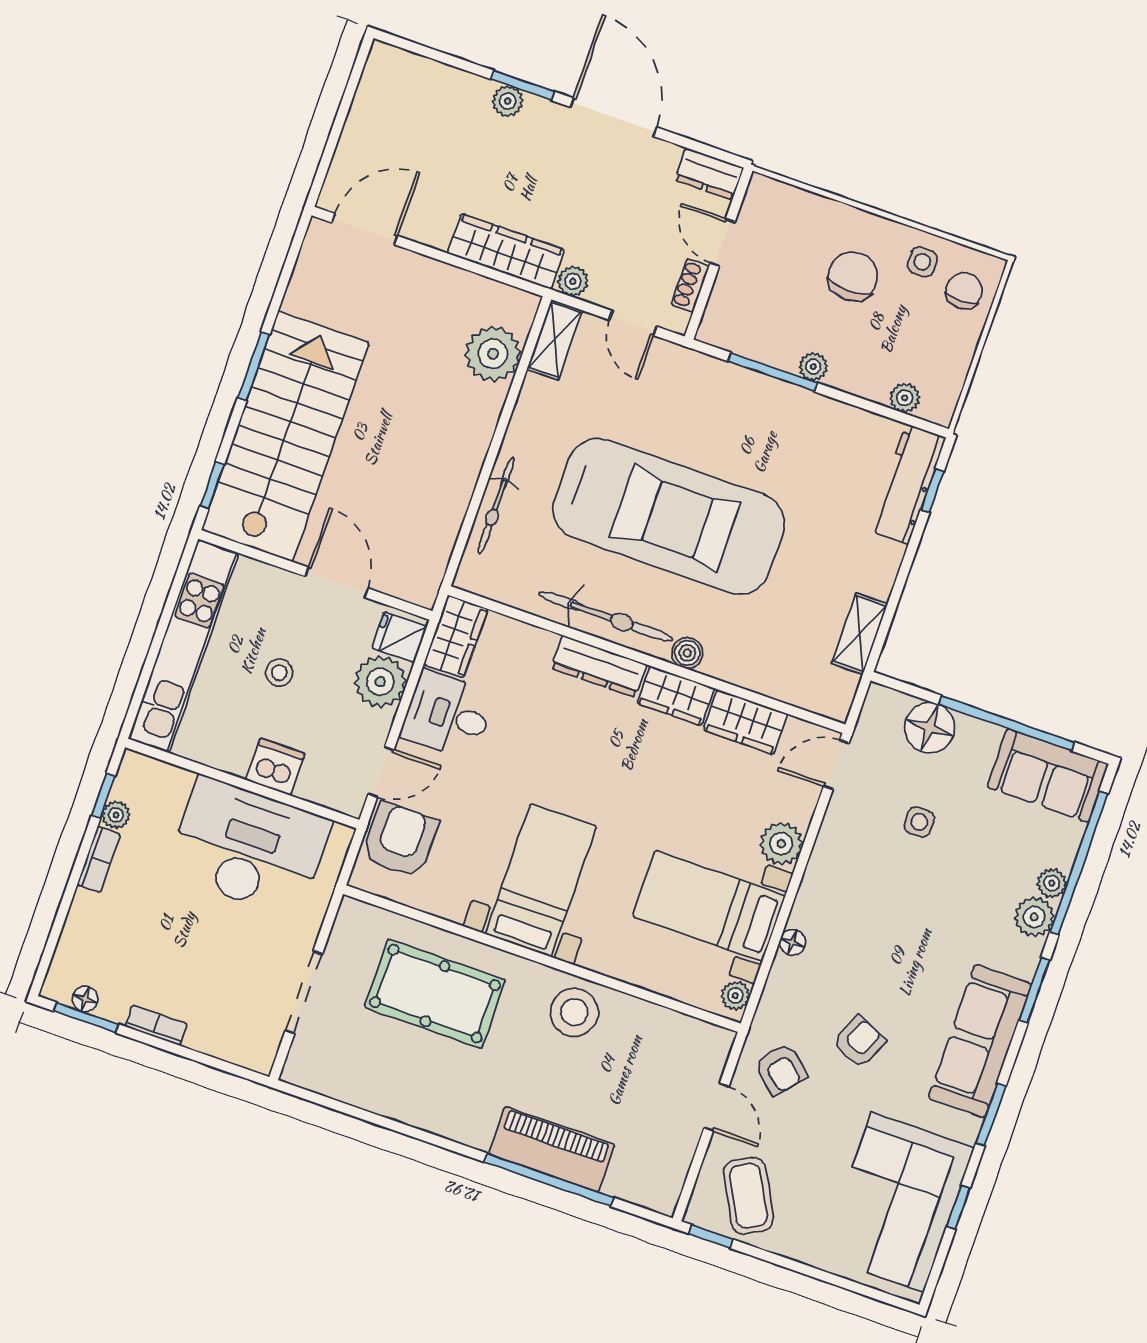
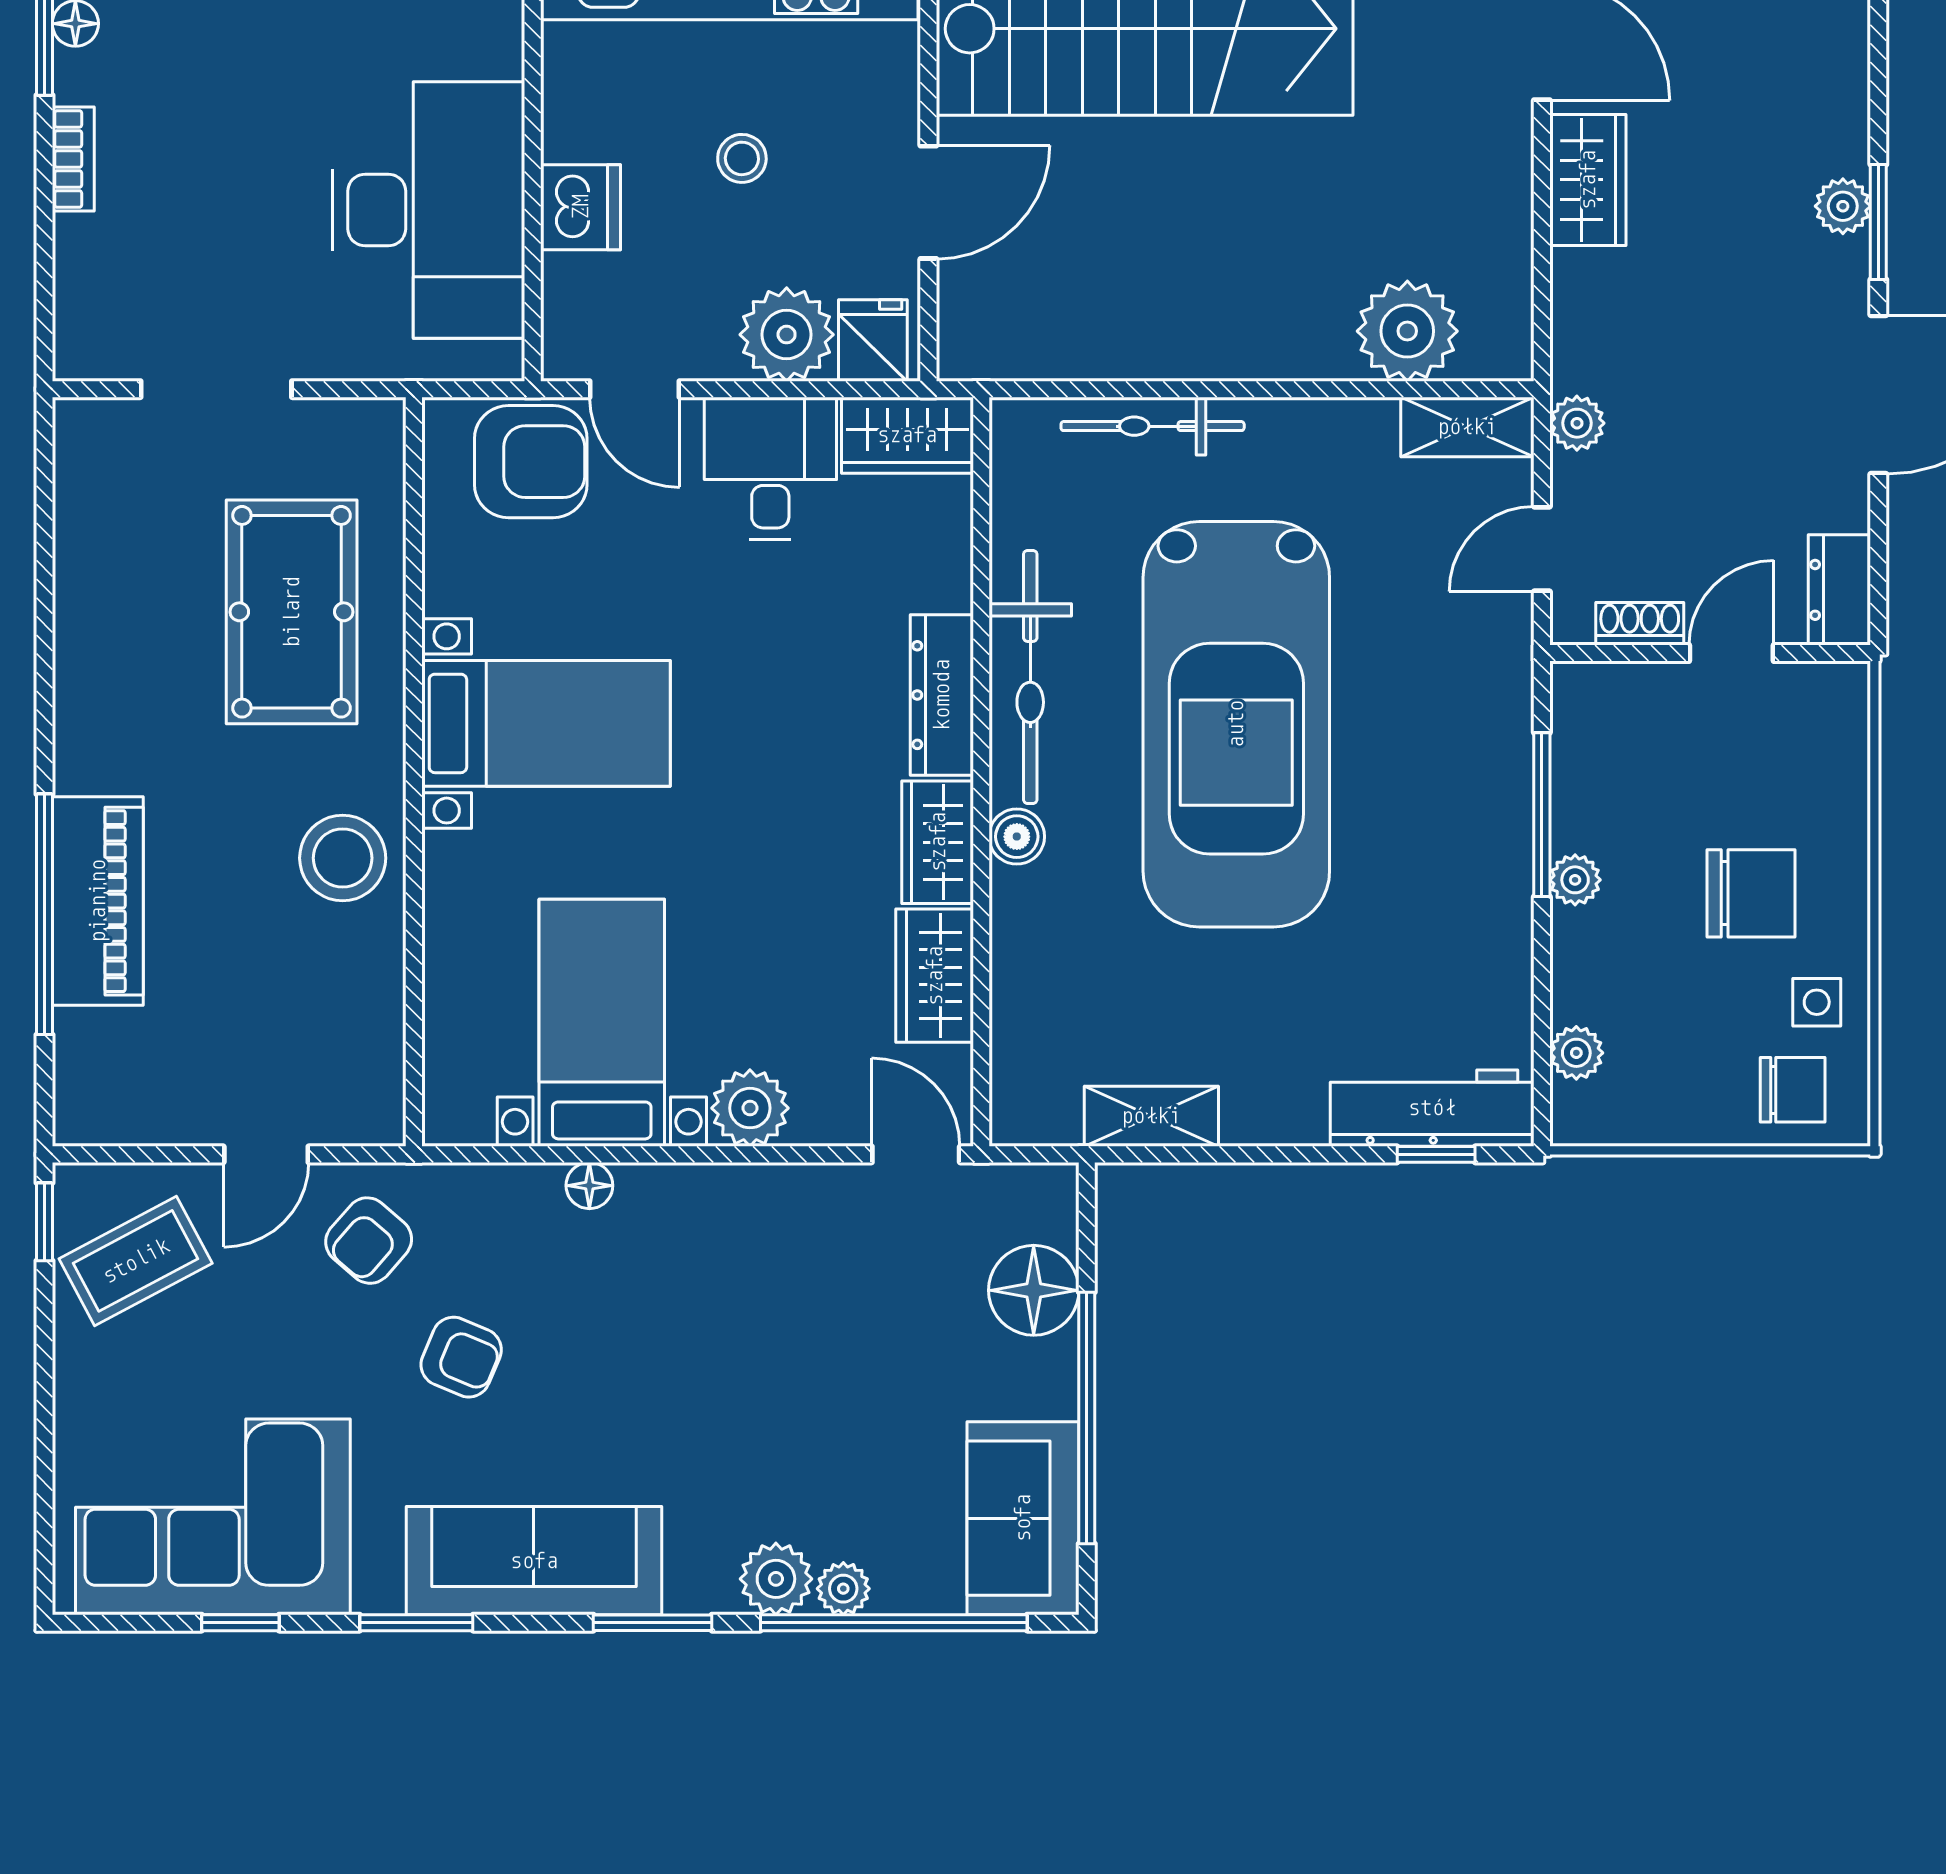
wardrobe: (506, 251) -> (1588, 180), moved, width x0.67
side table: (919, 822) -> (868, 1329), removed
plant: (735, 996) -> (466, 1121), removed

